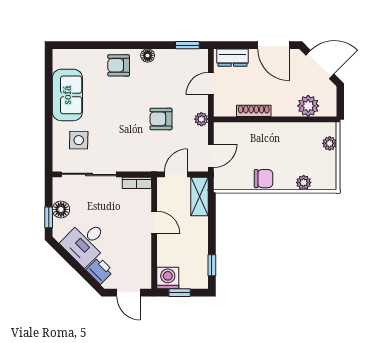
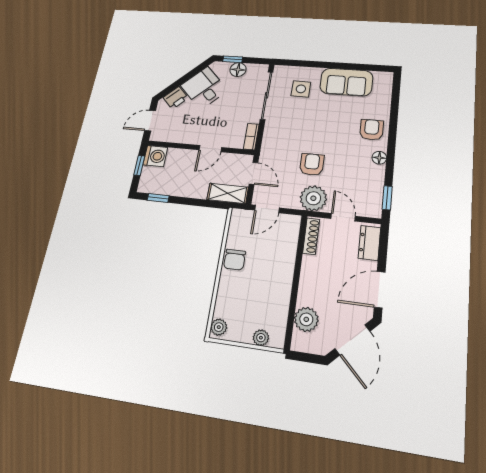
shoe rack: (254, 111) -> (311, 236), moved
plant: (201, 119) -> (313, 198), width x1.88, depth x1.88
door: (211, 156) -> (267, 209), hinge flipped
plant: (304, 183) -> (219, 327), moved

